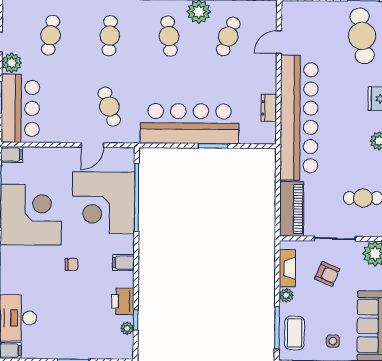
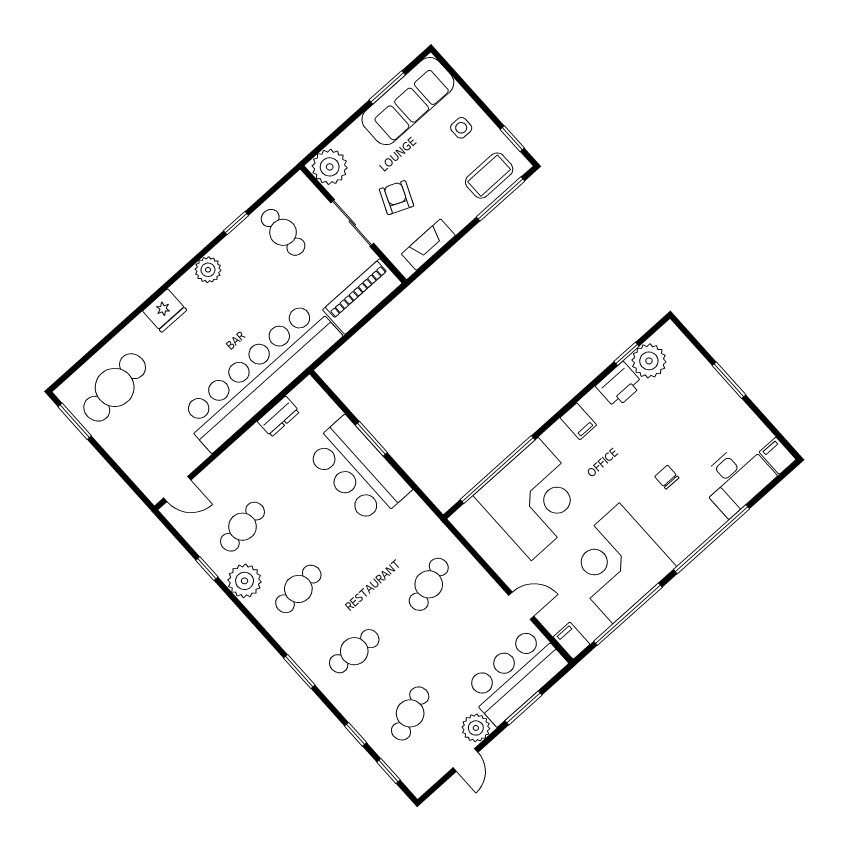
cafe table: (51, 35) -> (410, 713), turned -30
cafe table: (228, 37) -> (243, 527), turned -30
door: (279, 42) -> (177, 489), moved
bar counter: (190, 124) -> (358, 470), width x0.73
door: (92, 145) -> (521, 606), moved
chair: (72, 264) -> (667, 477), moved
plant: (286, 295) -> (458, 220), removed
plant: (127, 328) -> (649, 361), width x1.88, depth x1.88

